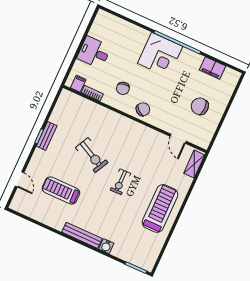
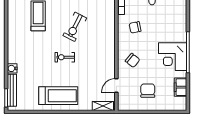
corner desk: (160, 55) -> (173, 57), moved
chair: (143, 109) -> (133, 60), moved
bench: (82, 235) -> (12, 90), moved

